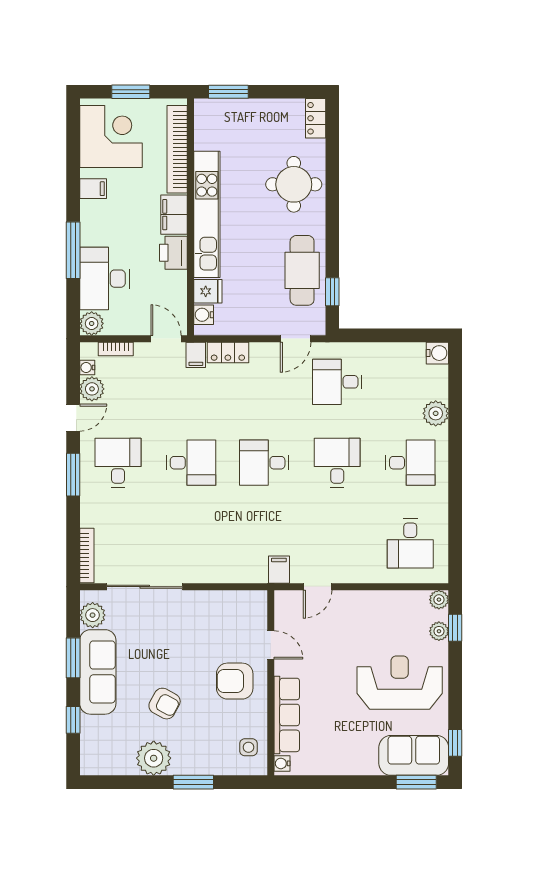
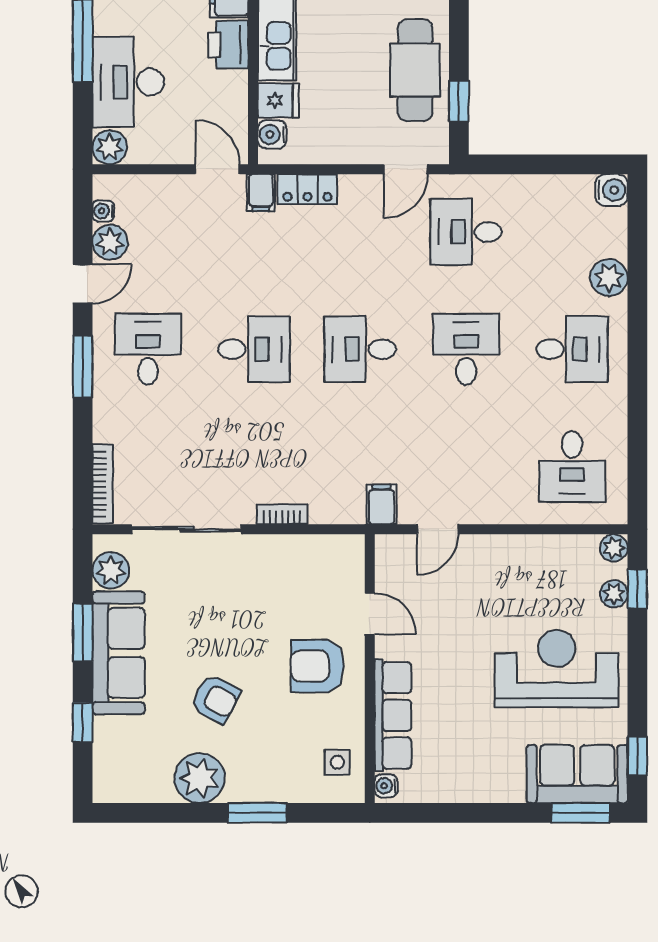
bookcase: (116, 349) -> (282, 514), moved, turned 180

